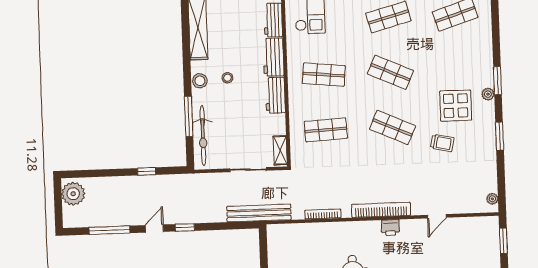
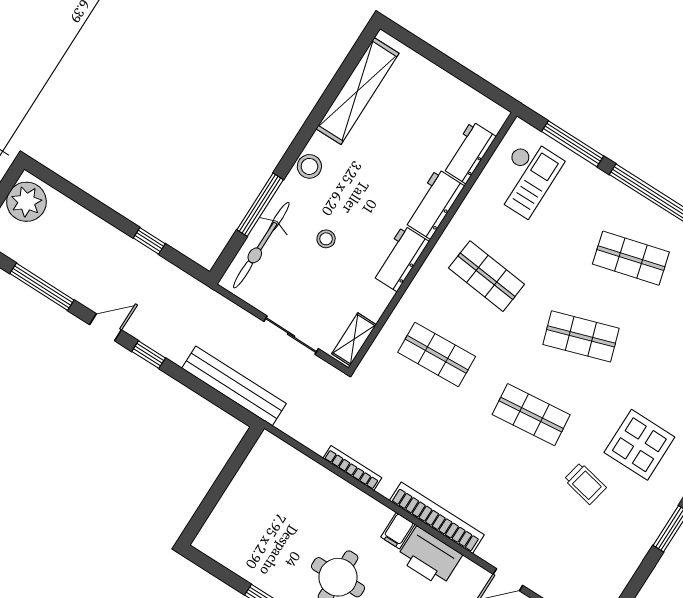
shop shelf: (390, 72) -> (581, 336), turned -42
stool: (227, 78) -> (326, 239), moved
shop shelf: (392, 127) -> (531, 415), turned -30
bench: (259, 213) -> (234, 386), moved
printer: (390, 228) -> (429, 557), width x1.87, depth x1.48
filing cabinet: (366, 229) -> (398, 531), added

